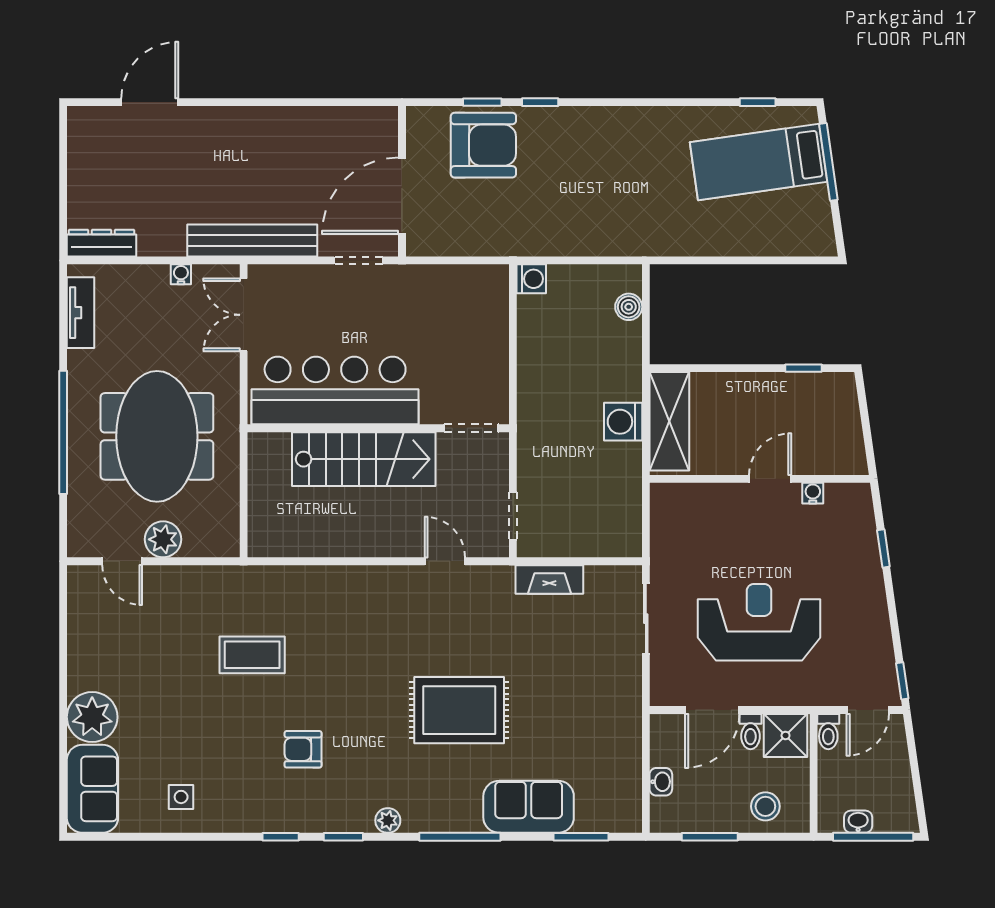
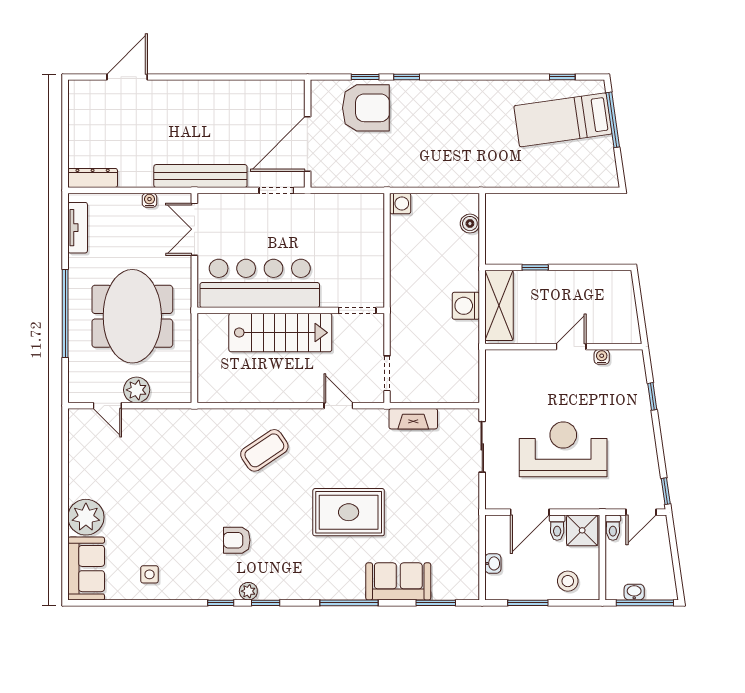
window: (804, 368) -> (535, 267), moved
coffee table: (252, 655) -> (264, 450), moved, turned -34
plant: (388, 820) -> (248, 591), moved

